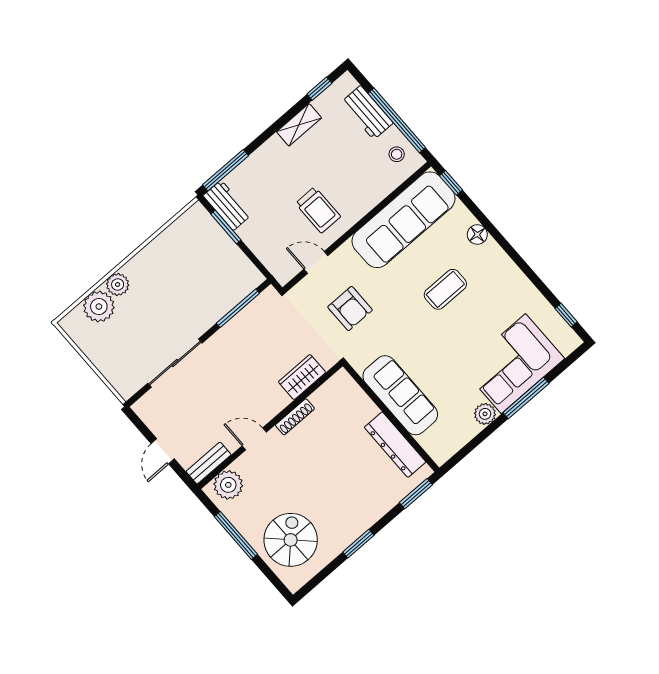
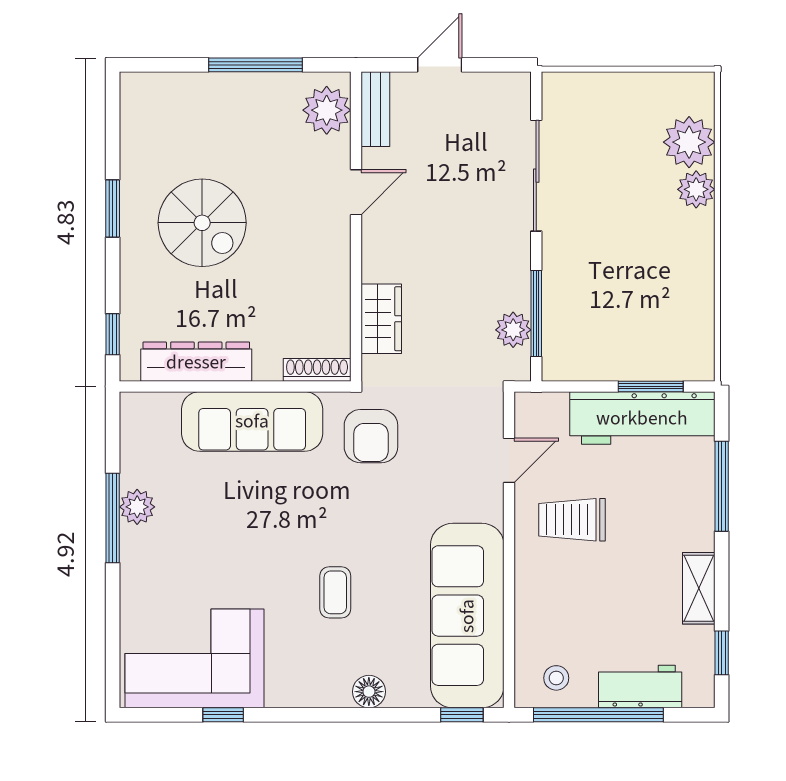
window: (225, 170) -> (722, 486), moved
workbench: (227, 205) -> (642, 418), width x1.88, depth x1.32
coffee table: (445, 289) -> (335, 592), width x0.73, depth x0.77
armchair: (350, 308) -> (371, 436), moved, turned -90
plant: (255, 312) -> (513, 330), added
window: (566, 315) -> (223, 715), moved
corner sofa: (513, 364) -> (194, 658), moved, turned -90
window: (526, 398) -> (113, 518), moved
shoe rack: (295, 417) -> (317, 370), moved, turned 90
door: (163, 451) -> (440, 65), hinge flipped
window: (416, 494) -> (113, 334), width x0.67
spiral stairs: (291, 540) -> (202, 223), moved

